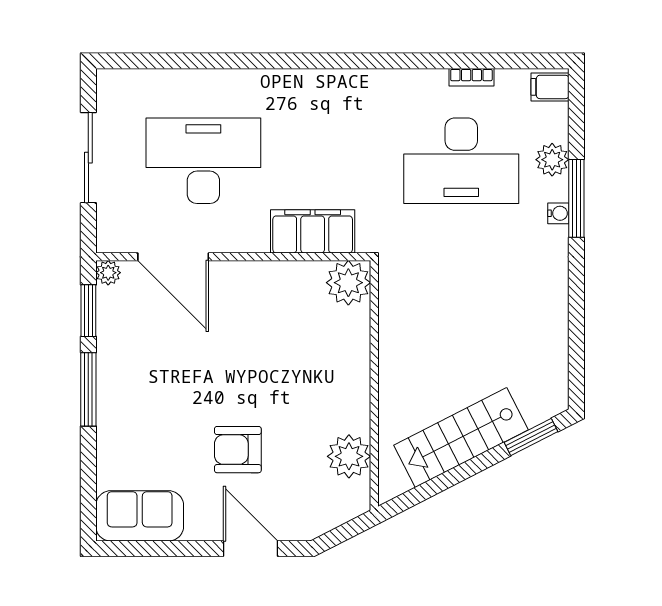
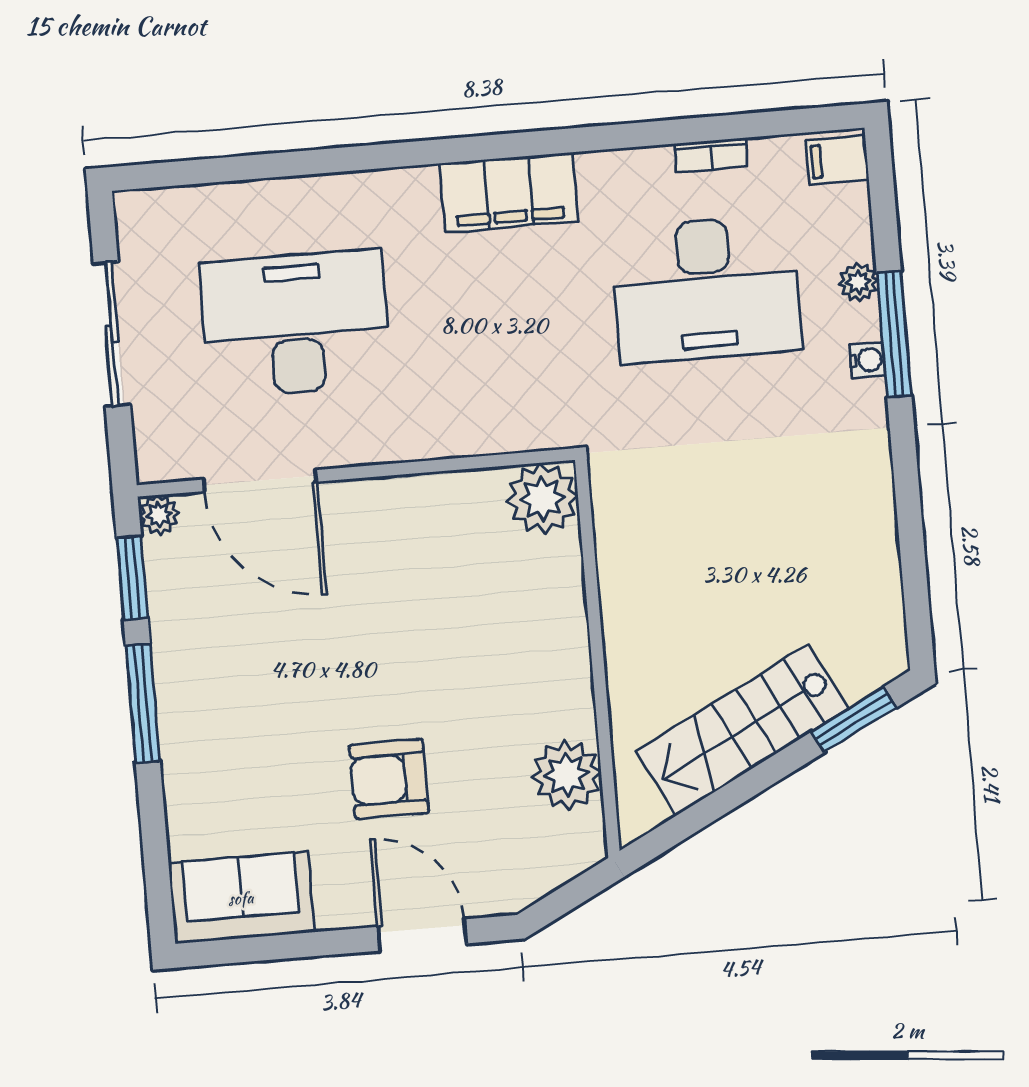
plant: (552, 160) -> (858, 282), width x0.73, depth x0.73
filing cabinet: (313, 231) -> (509, 192), moved, turned 180

